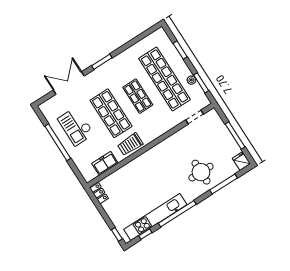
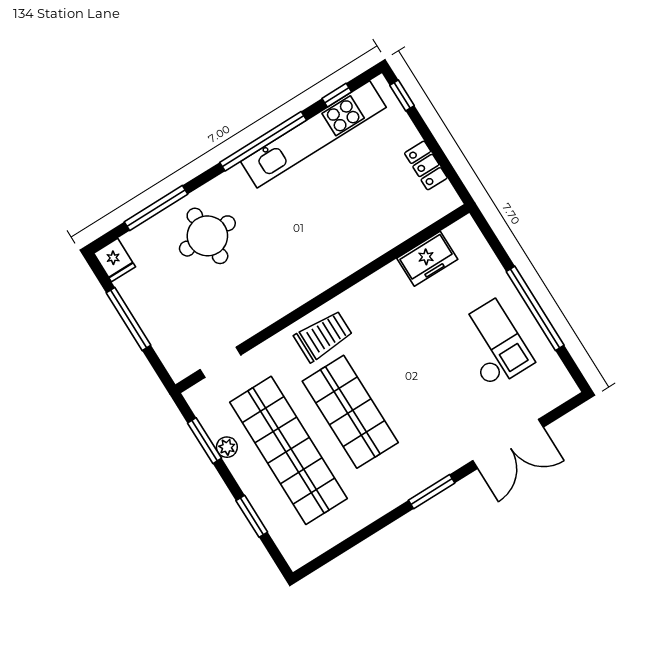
shop shelf: (138, 96) -> (350, 412), width x1.43, depth x1.36
shop shelf: (111, 113) -> (412, 373), removed
trolley: (130, 144) -> (323, 336), moved
locker: (99, 193) -> (426, 165), moved

